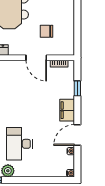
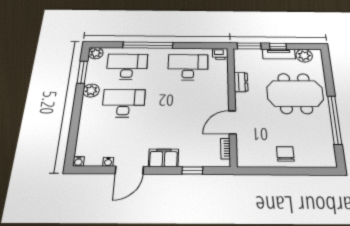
chair: (47, 31) -> (285, 154), moved
door: (77, 135) -> (129, 170), swing flipped

